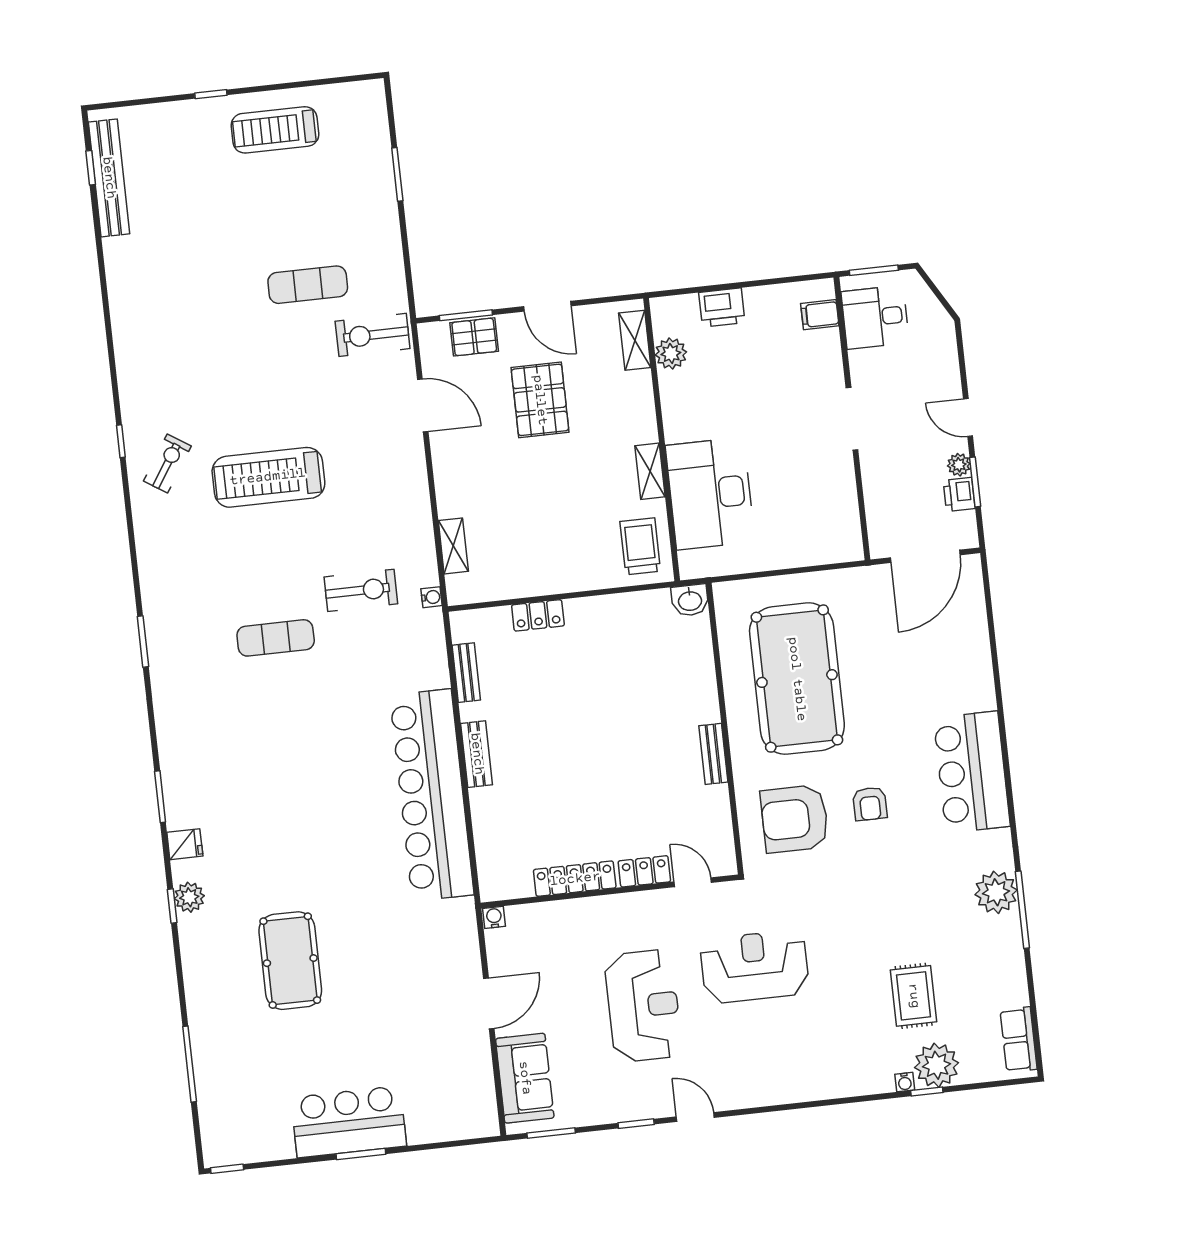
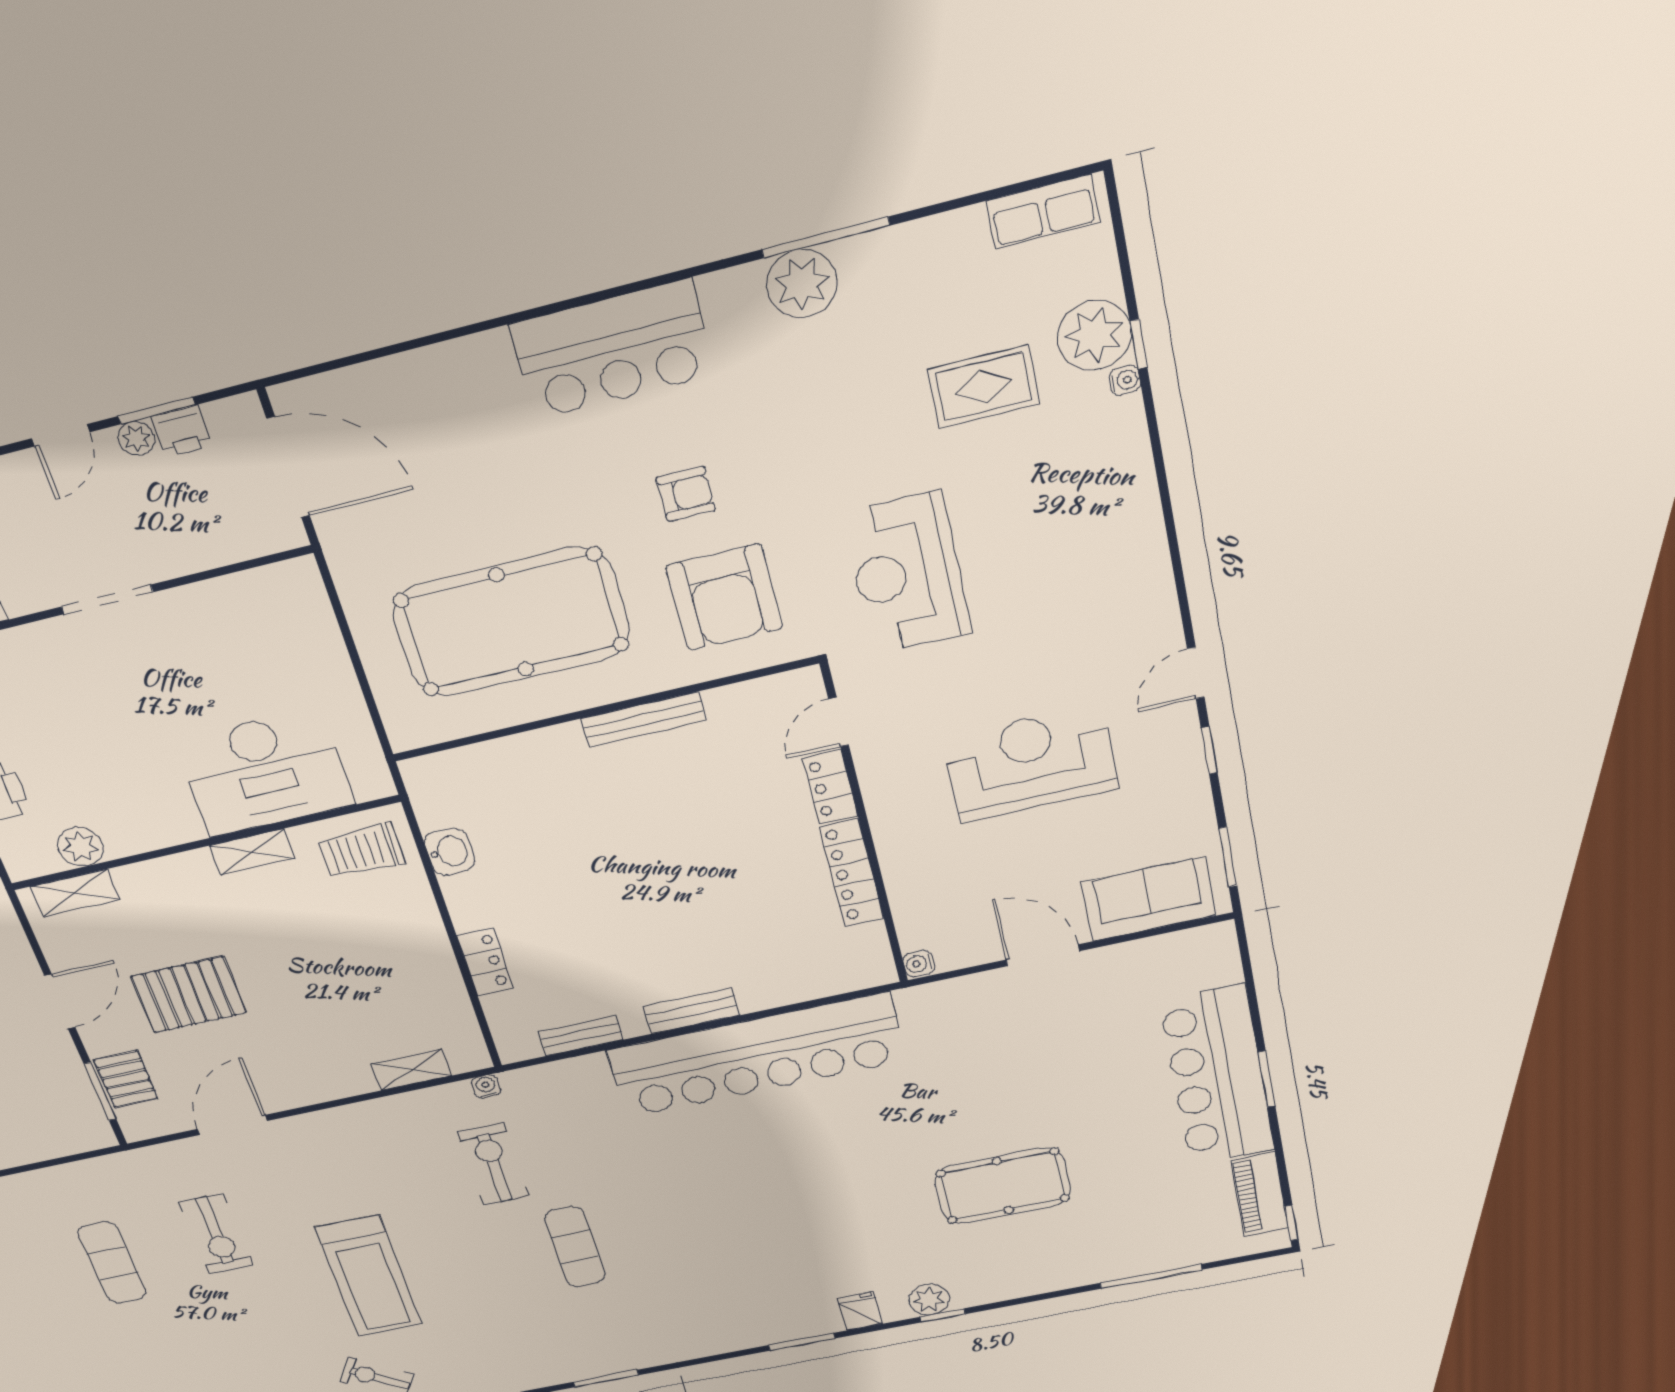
exercise bike: (373, 335) -> (216, 1234), moved
washbasin: (690, 600) -> (449, 852), moved
bench: (713, 754) -> (643, 720), width x1.36
reception desk: (755, 967) -> (907, 573), moved
bar counter: (349, 1122) -> (1217, 1076), width x1.36
piano: (257, 1146) -> (1259, 1194), added

